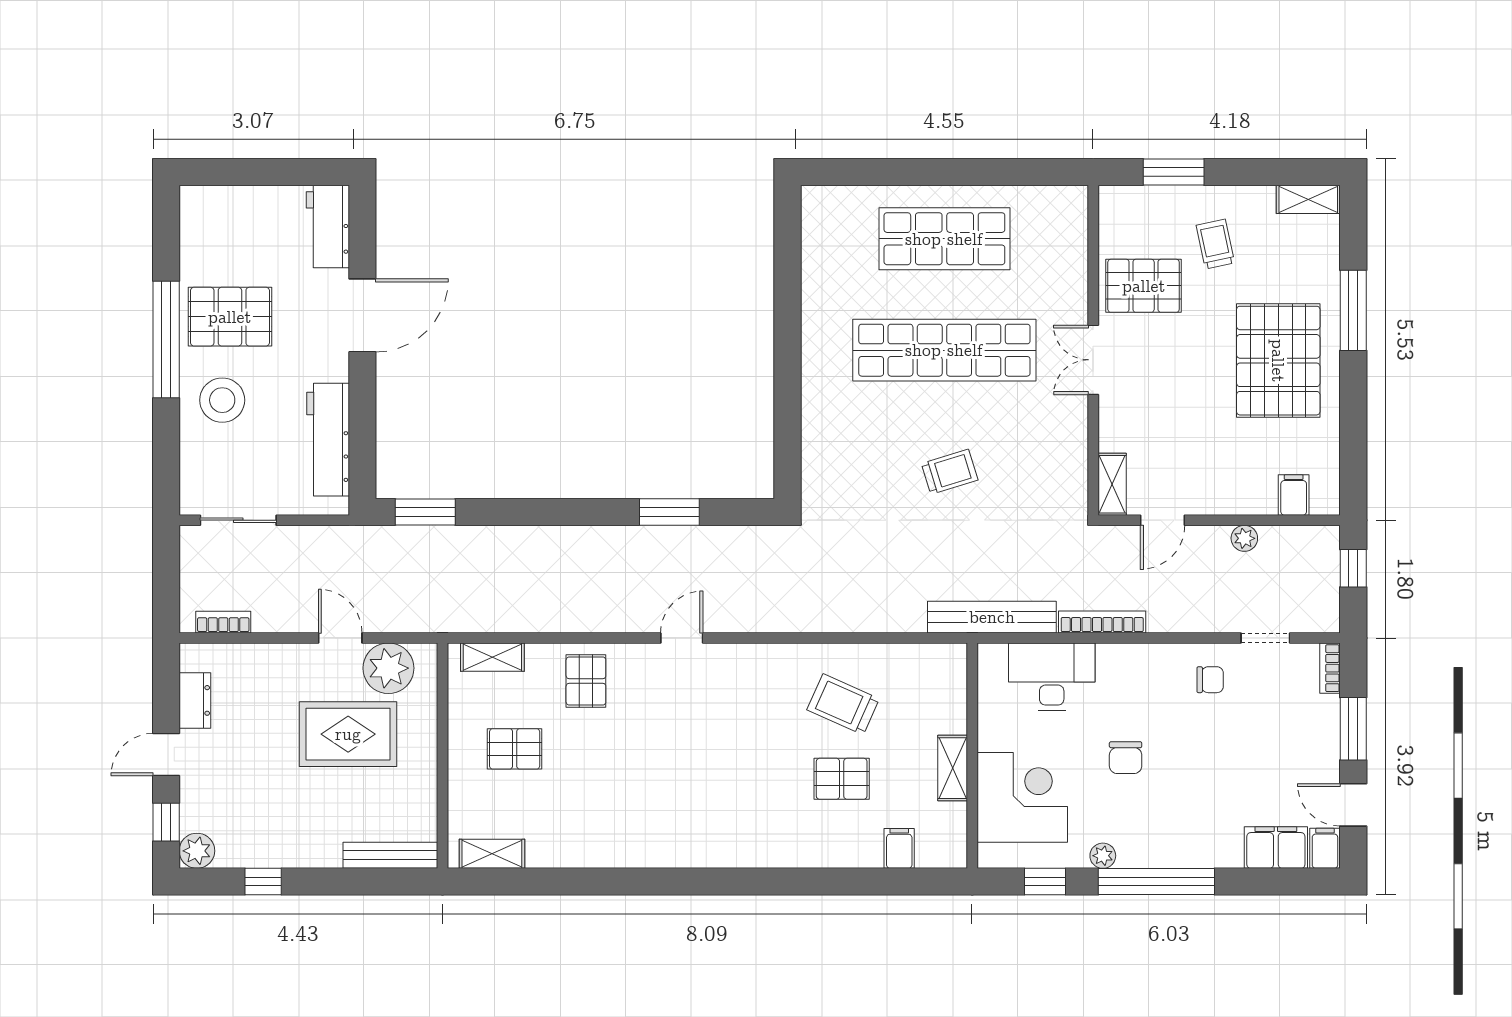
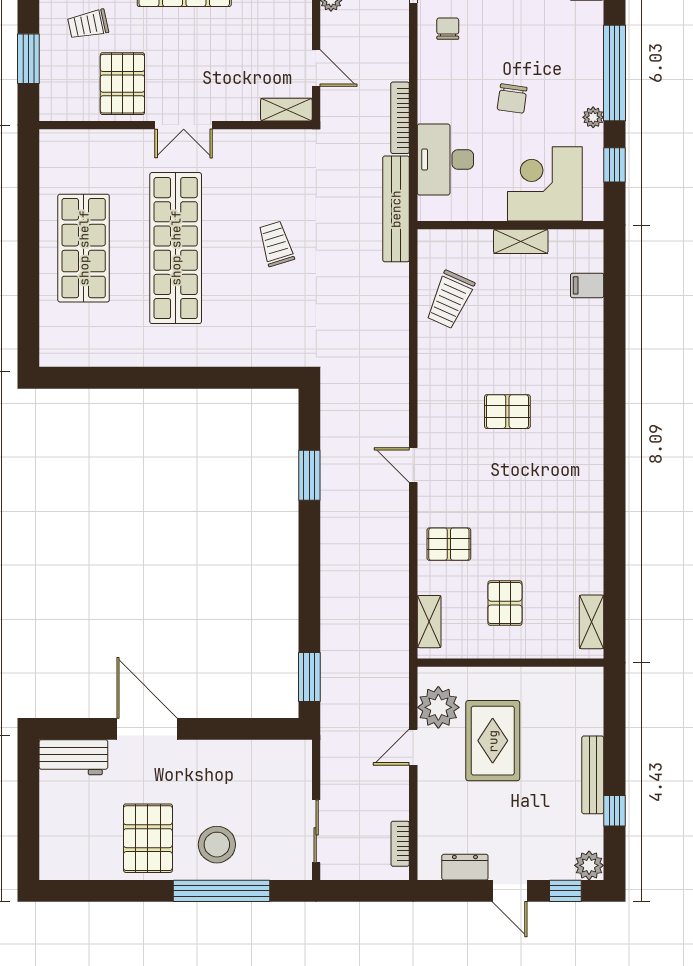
window: (166, 339) -> (222, 891), moved
workbench: (328, 440) -> (249, 757), removed
trolley: (843, 704) -> (450, 300), moved
chair: (1126, 758) -> (512, 98), turned 98
pallet: (842, 779) -> (507, 412), moved, turned 90
bench: (390, 855) -> (593, 775), moved

